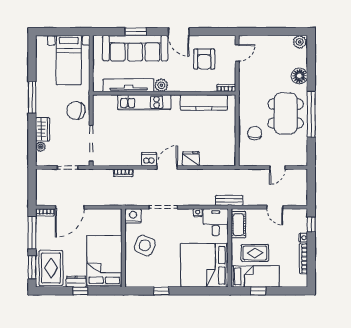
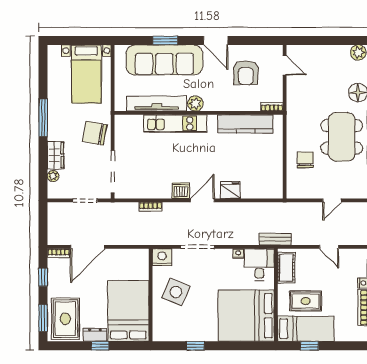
door: (237, 53) -> (285, 65), hinge flipped
window: (32, 233) -> (43, 277), width x0.46

